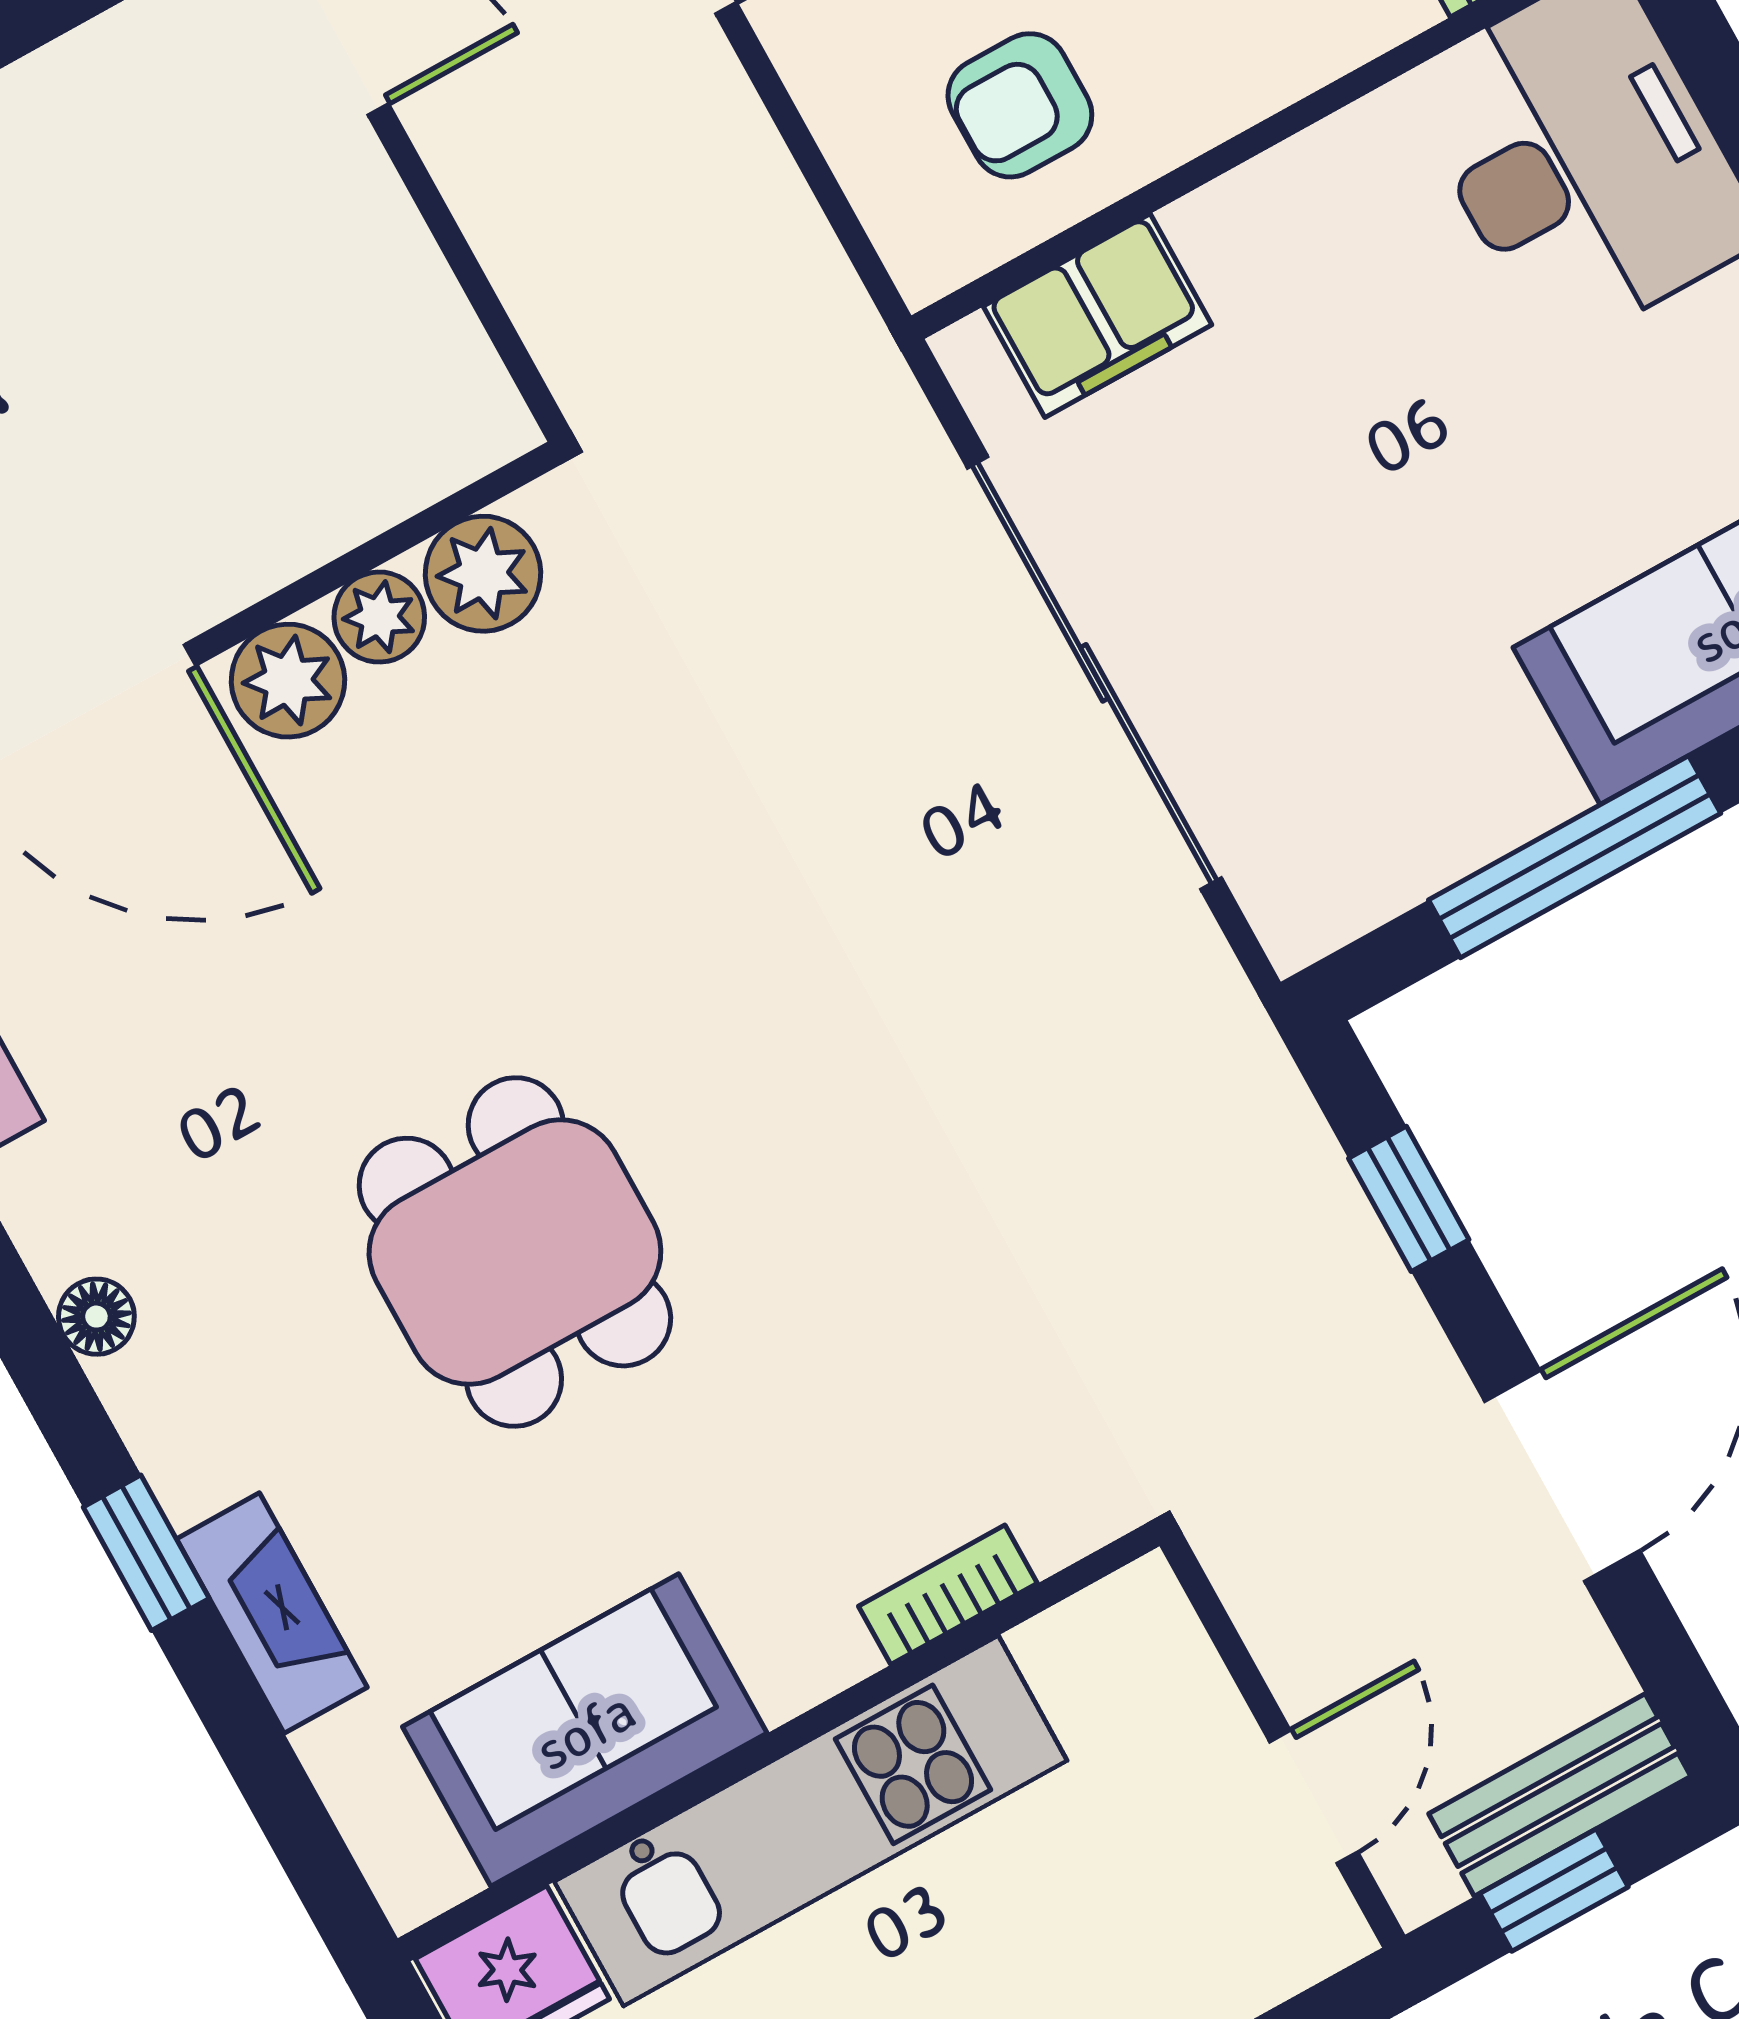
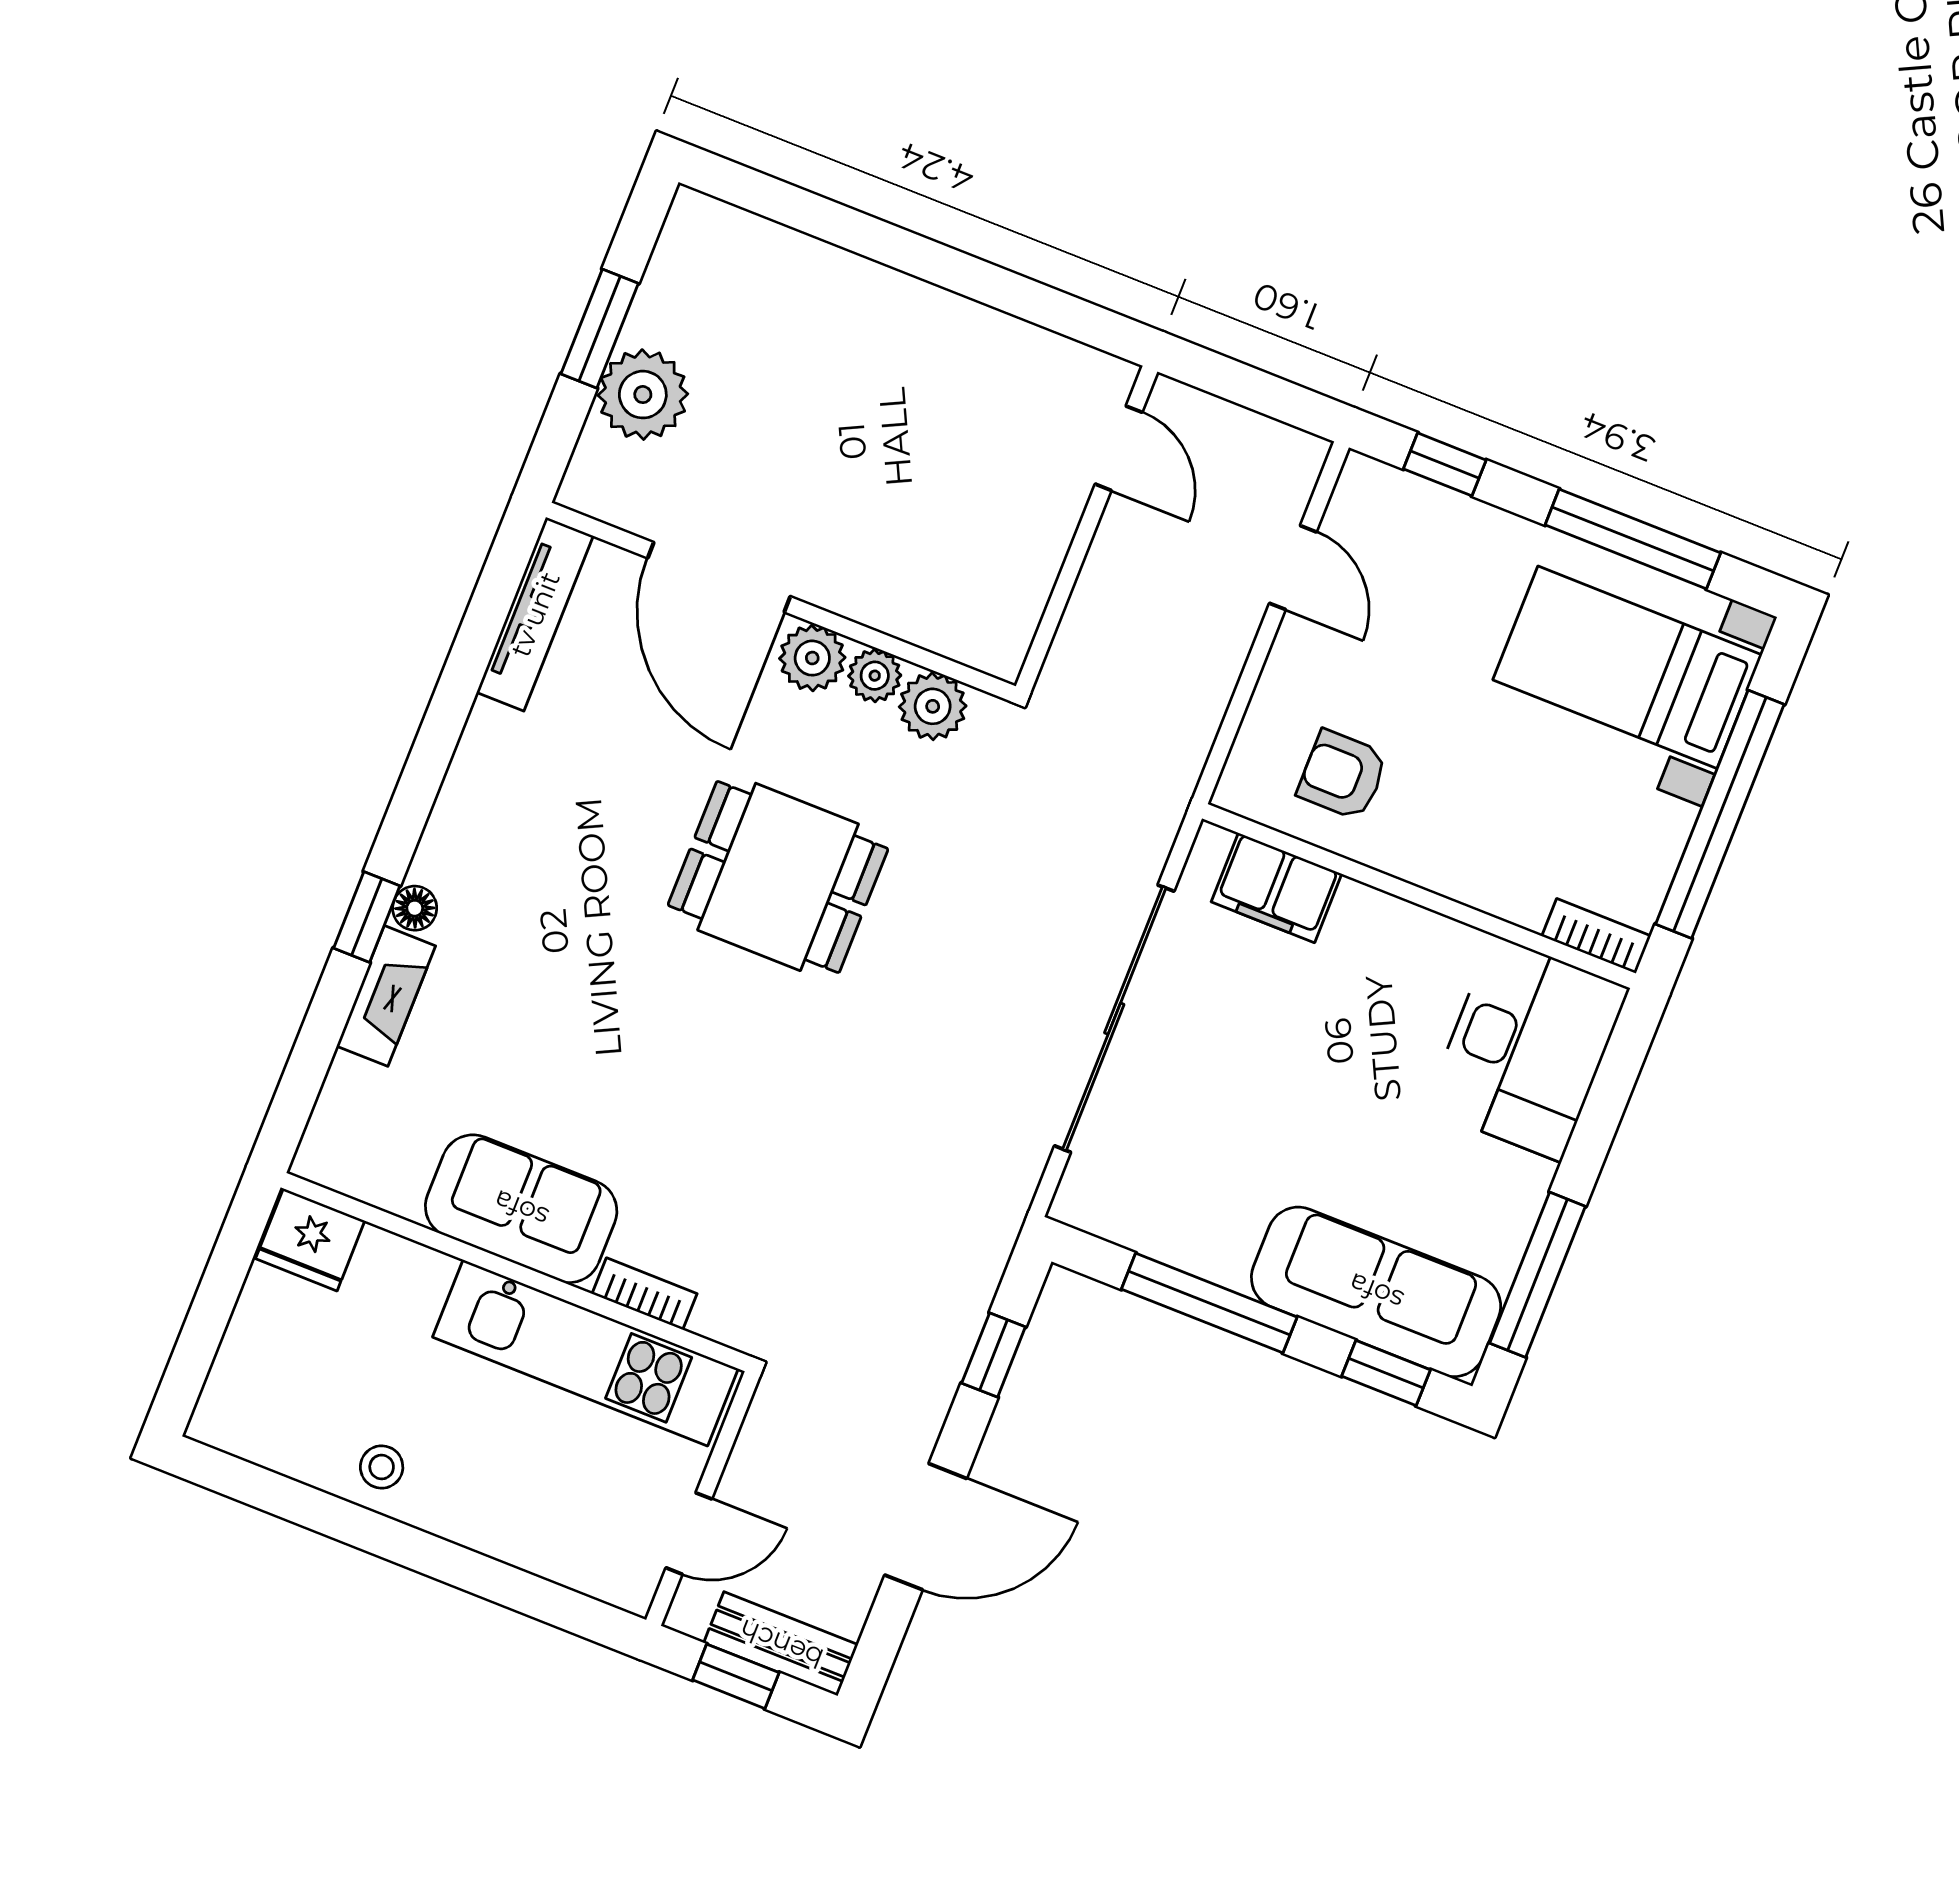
dining table: (515, 1252) -> (778, 877), moved, turned 90
floor lamp: (96, 1317) -> (415, 908), moved
sofa: (585, 1730) -> (521, 1209), moved
kitchen unit: (811, 1821) -> (585, 1353), moved

